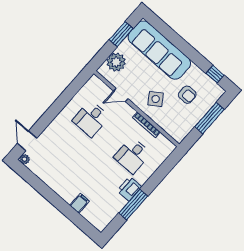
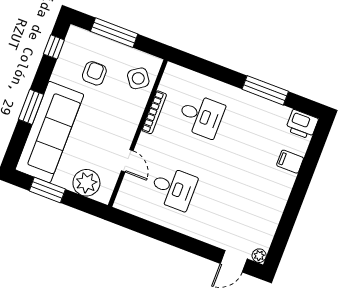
window: (181, 44) -> (31, 107), added
side table: (156, 99) -> (138, 78), moved
printer: (129, 189) -> (302, 124), moved

